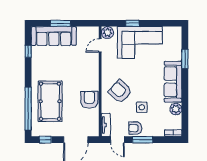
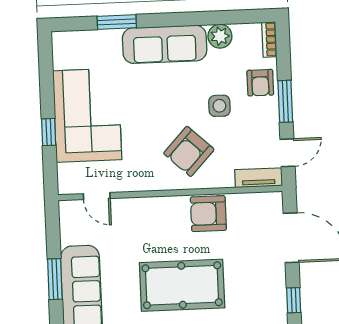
plant: (107, 32) -> (70, 182), removed
pool table: (50, 101) -> (182, 285), moved
armchair: (135, 128) -> (260, 83), moved

